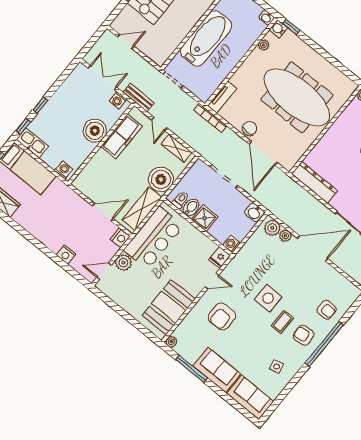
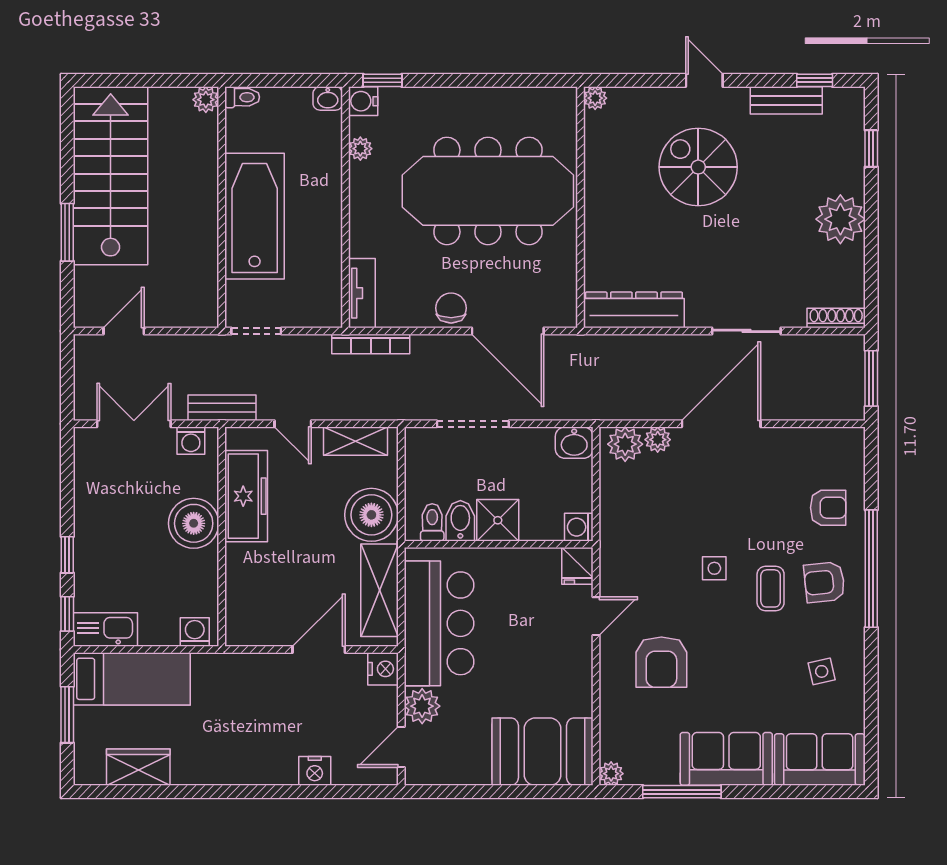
side table: (268, 298) -> (714, 568), width x0.54, depth x0.54
booth: (169, 307) -> (542, 752), moved, turned 90

